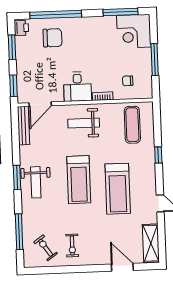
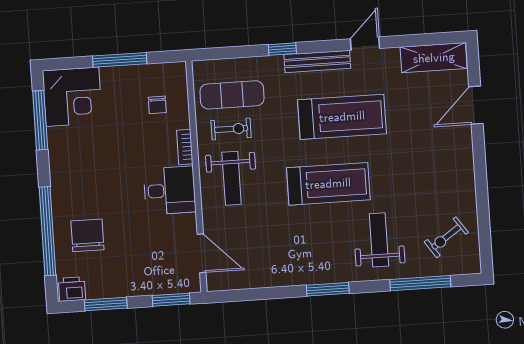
bench: (24, 126) -> (317, 61), moved
weight bench: (36, 182) -> (379, 240), moved, turned -90
exercise bike: (72, 245) -> (231, 129), moved

